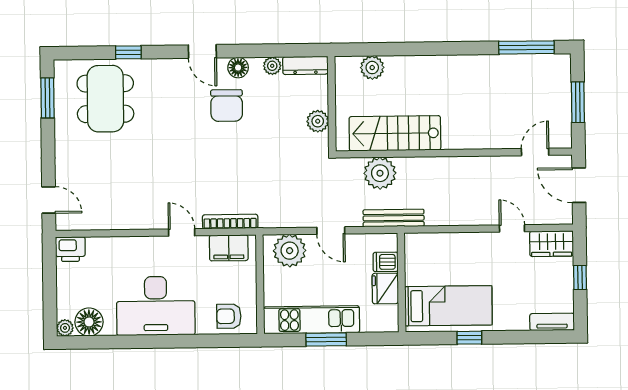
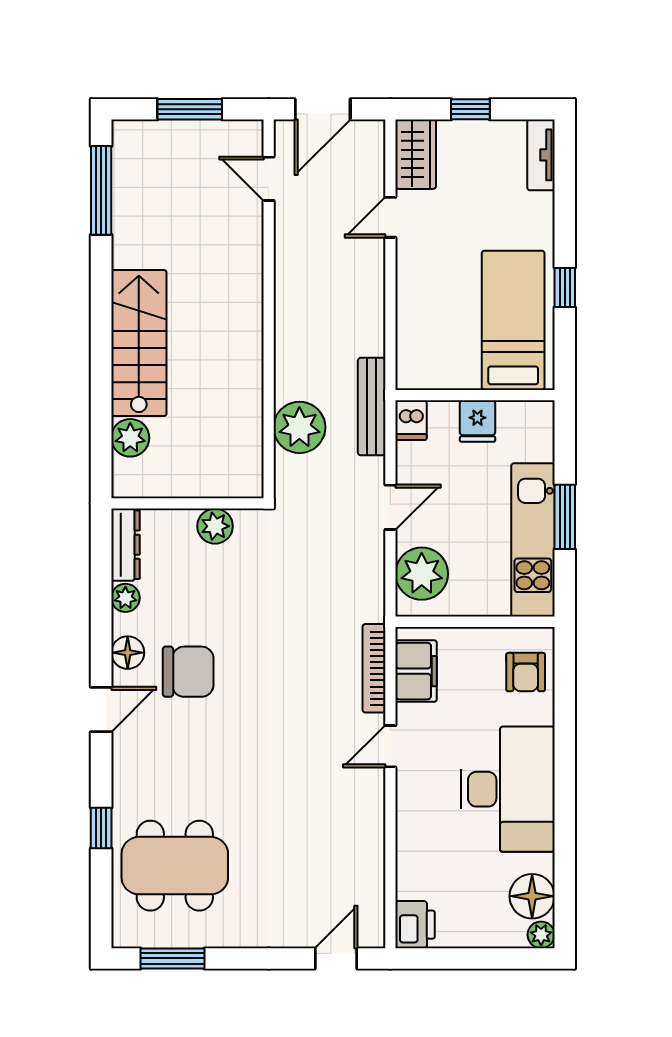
stairs: (395, 133) -> (139, 343), moved, turned 180
dishwasher: (386, 262) -> (411, 420), moved
fridge: (385, 288) -> (477, 421), width x0.72

